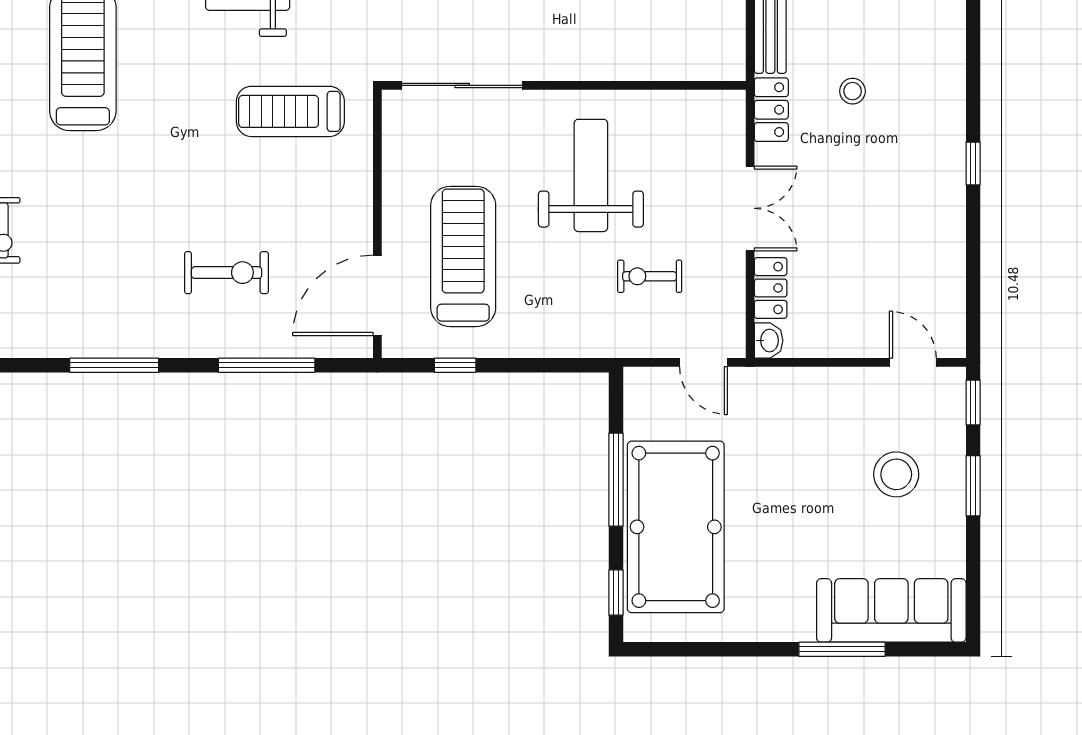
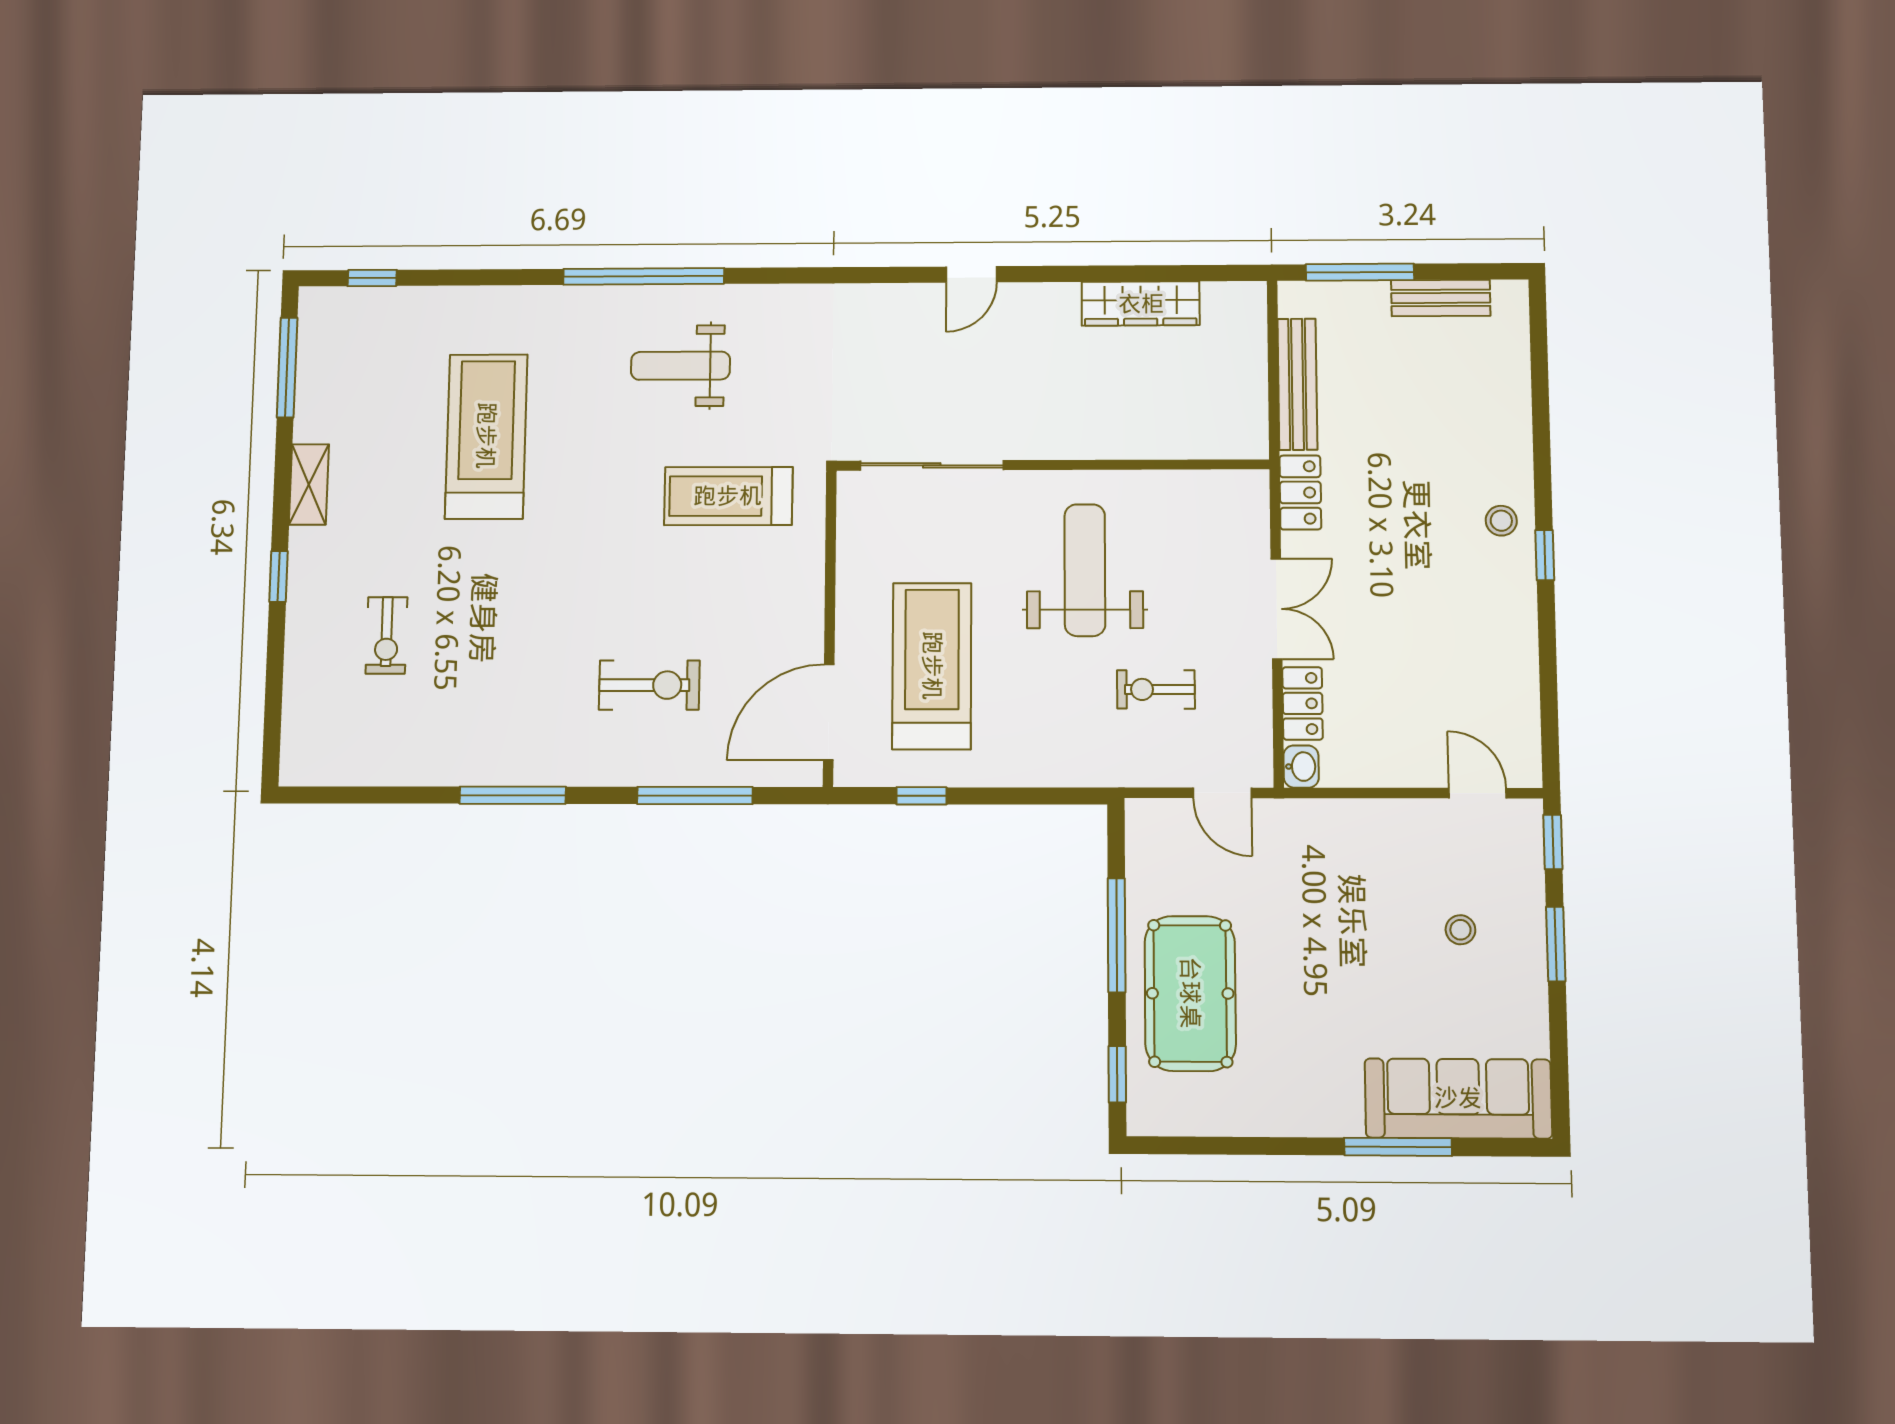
stool: (853, 91) -> (1501, 521), moved
stool: (896, 474) -> (1460, 930), width x0.53, depth x0.53
pool table: (676, 527) -> (1190, 993), width x0.73, depth x0.76

